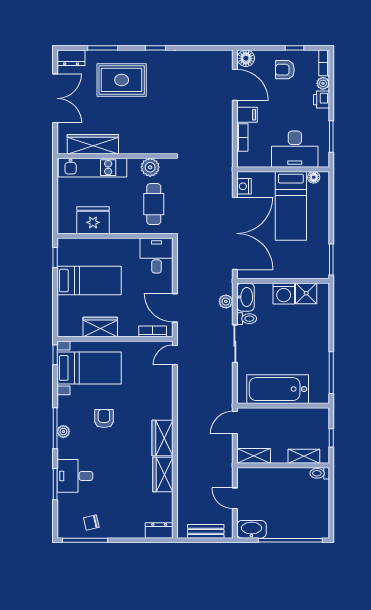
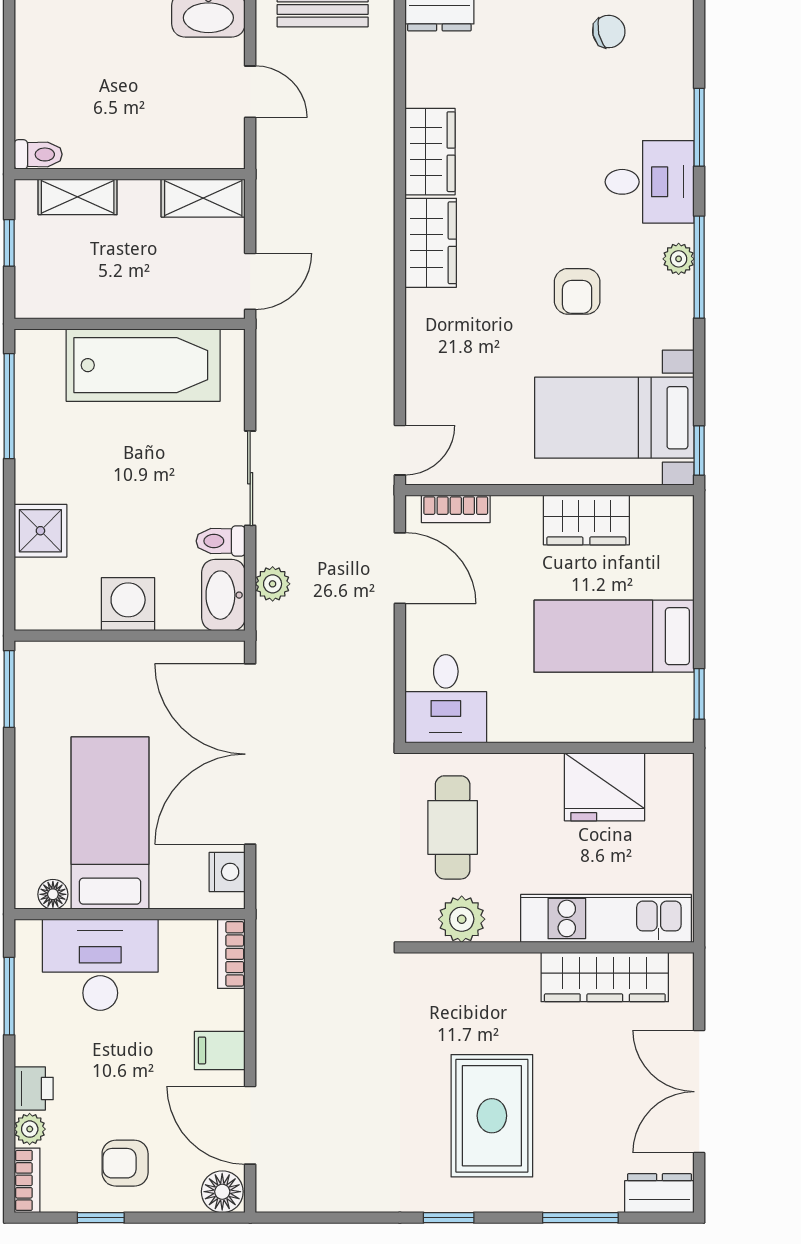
armchair: (285, 70) -> (125, 1163), turned 180
rug: (122, 80) -> (492, 1116), moved, turned 90
bookcase: (242, 138) -> (231, 954), moved
shower: (306, 293) -> (40, 531), moved
desk: (75, 476) -> (650, 182), moved

